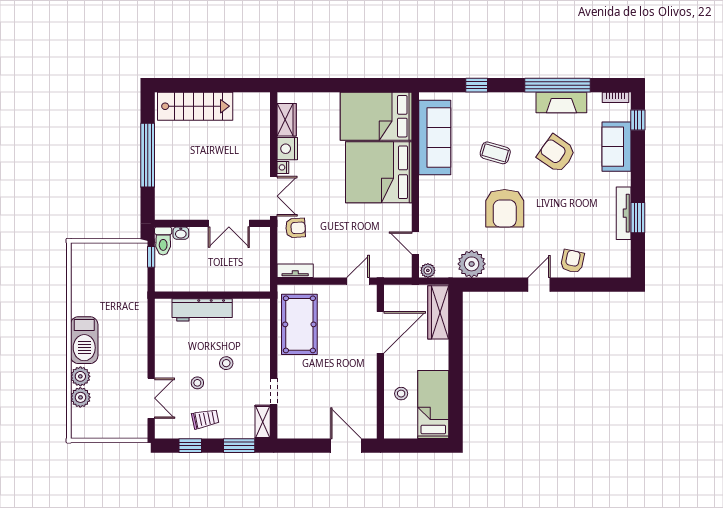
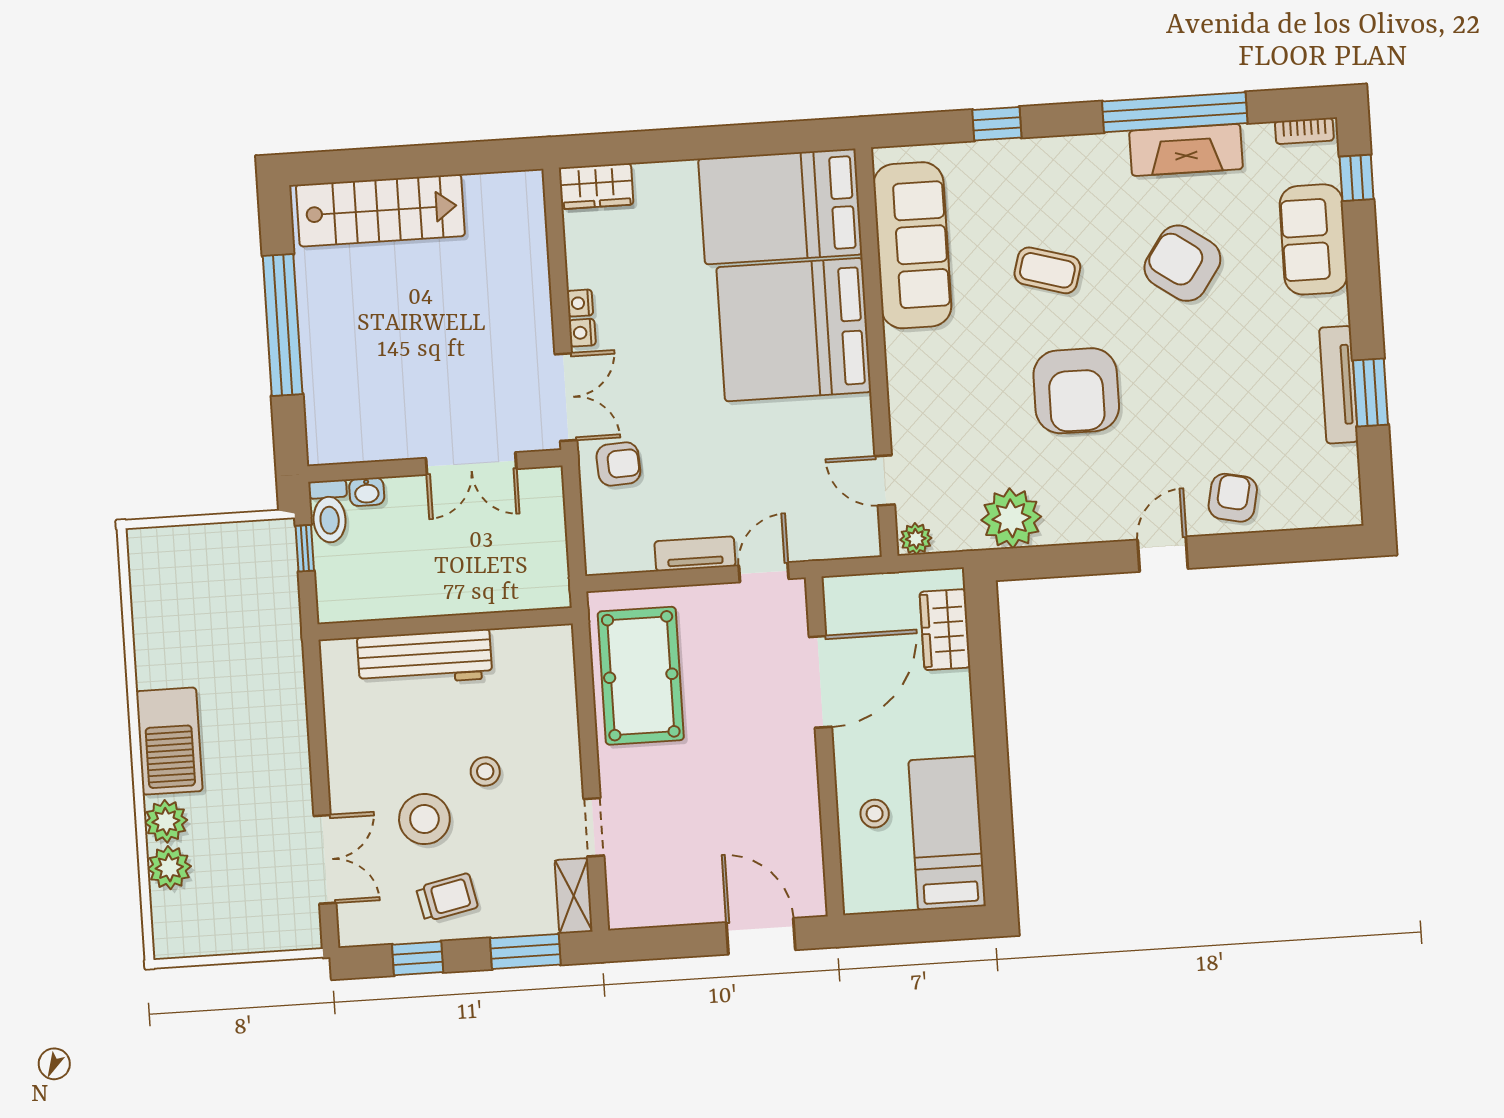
wardrobe: (287, 120) -> (596, 186), moved, turned 90
nightstand: (287, 149) -> (580, 303), width x0.53, depth x0.56
tv unit: (295, 271) -> (695, 554), moved
wardrobe: (438, 312) -> (945, 630), width x0.67
stool: (197, 383) -> (424, 819), width x1.89, depth x1.89

